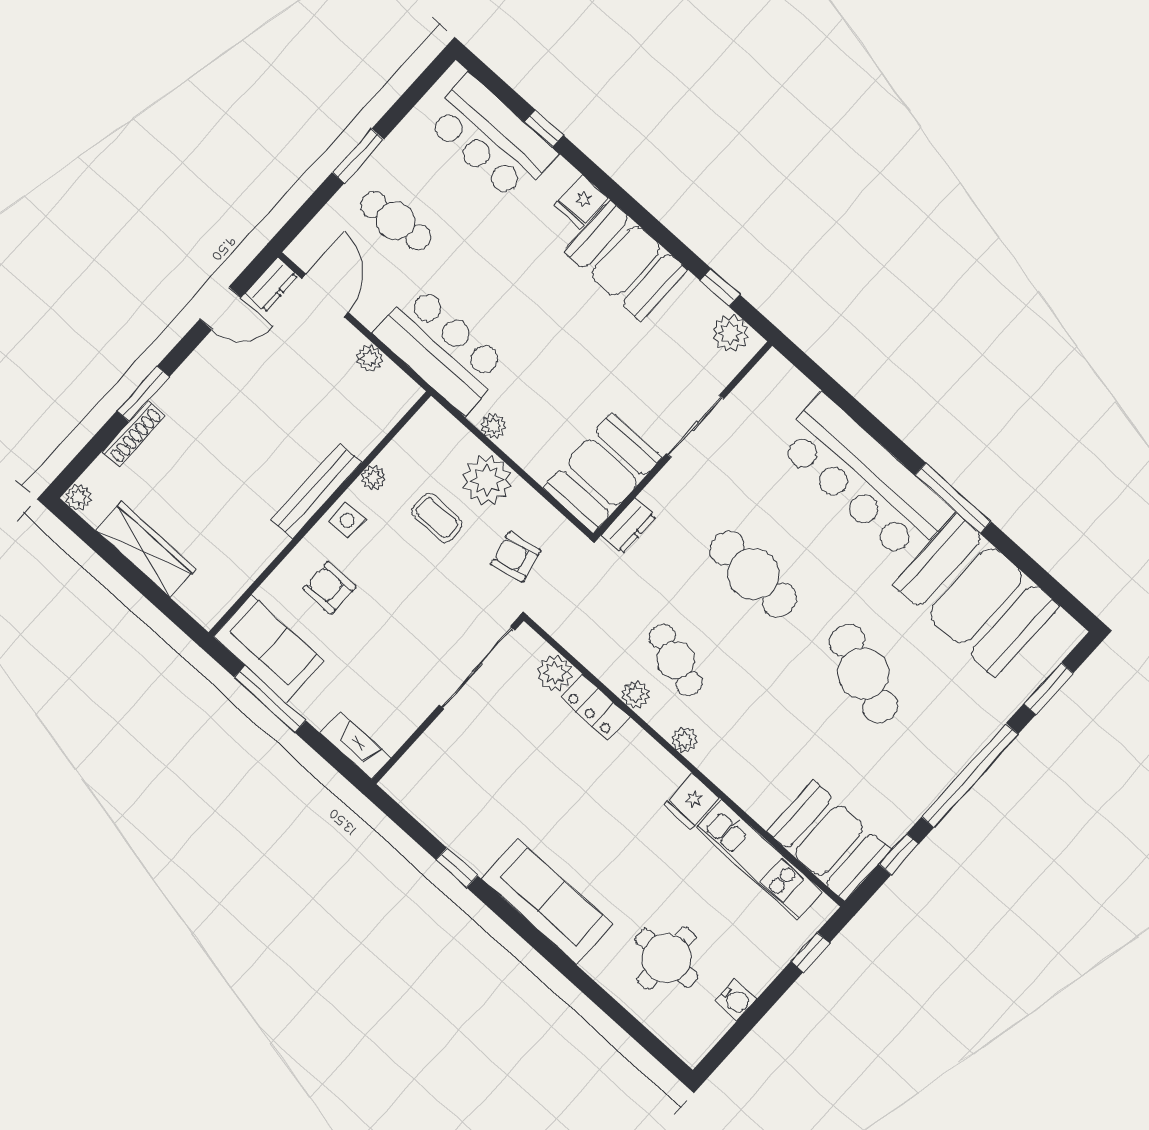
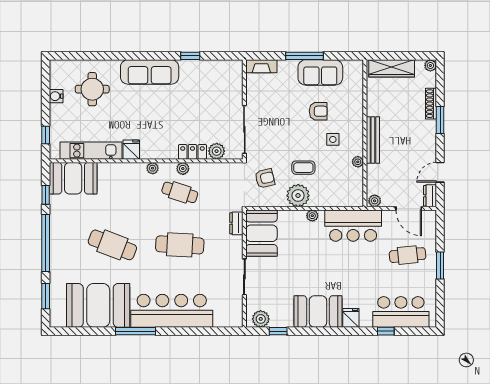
plant: (373, 478) -> (358, 162), moved
bench: (317, 491) -> (373, 140), moved
wall: (320, 514) -> (365, 133), moved

